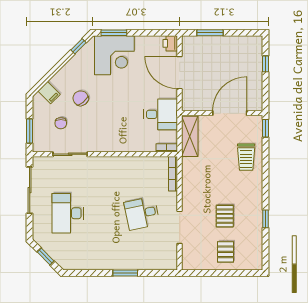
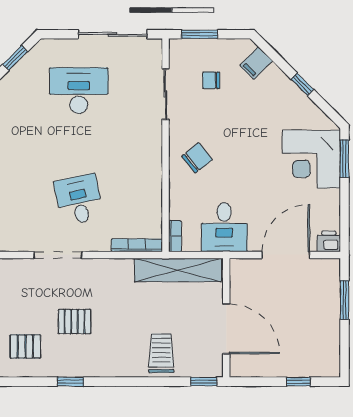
window: (79, 46) -> (302, 84), moved
chair: (81, 98) -> (197, 158), moved
shelving: (190, 136) -> (178, 270), width x1.47
trolley: (246, 157) -> (161, 353), turned 90
pallet: (225, 252) -> (25, 346), moved

